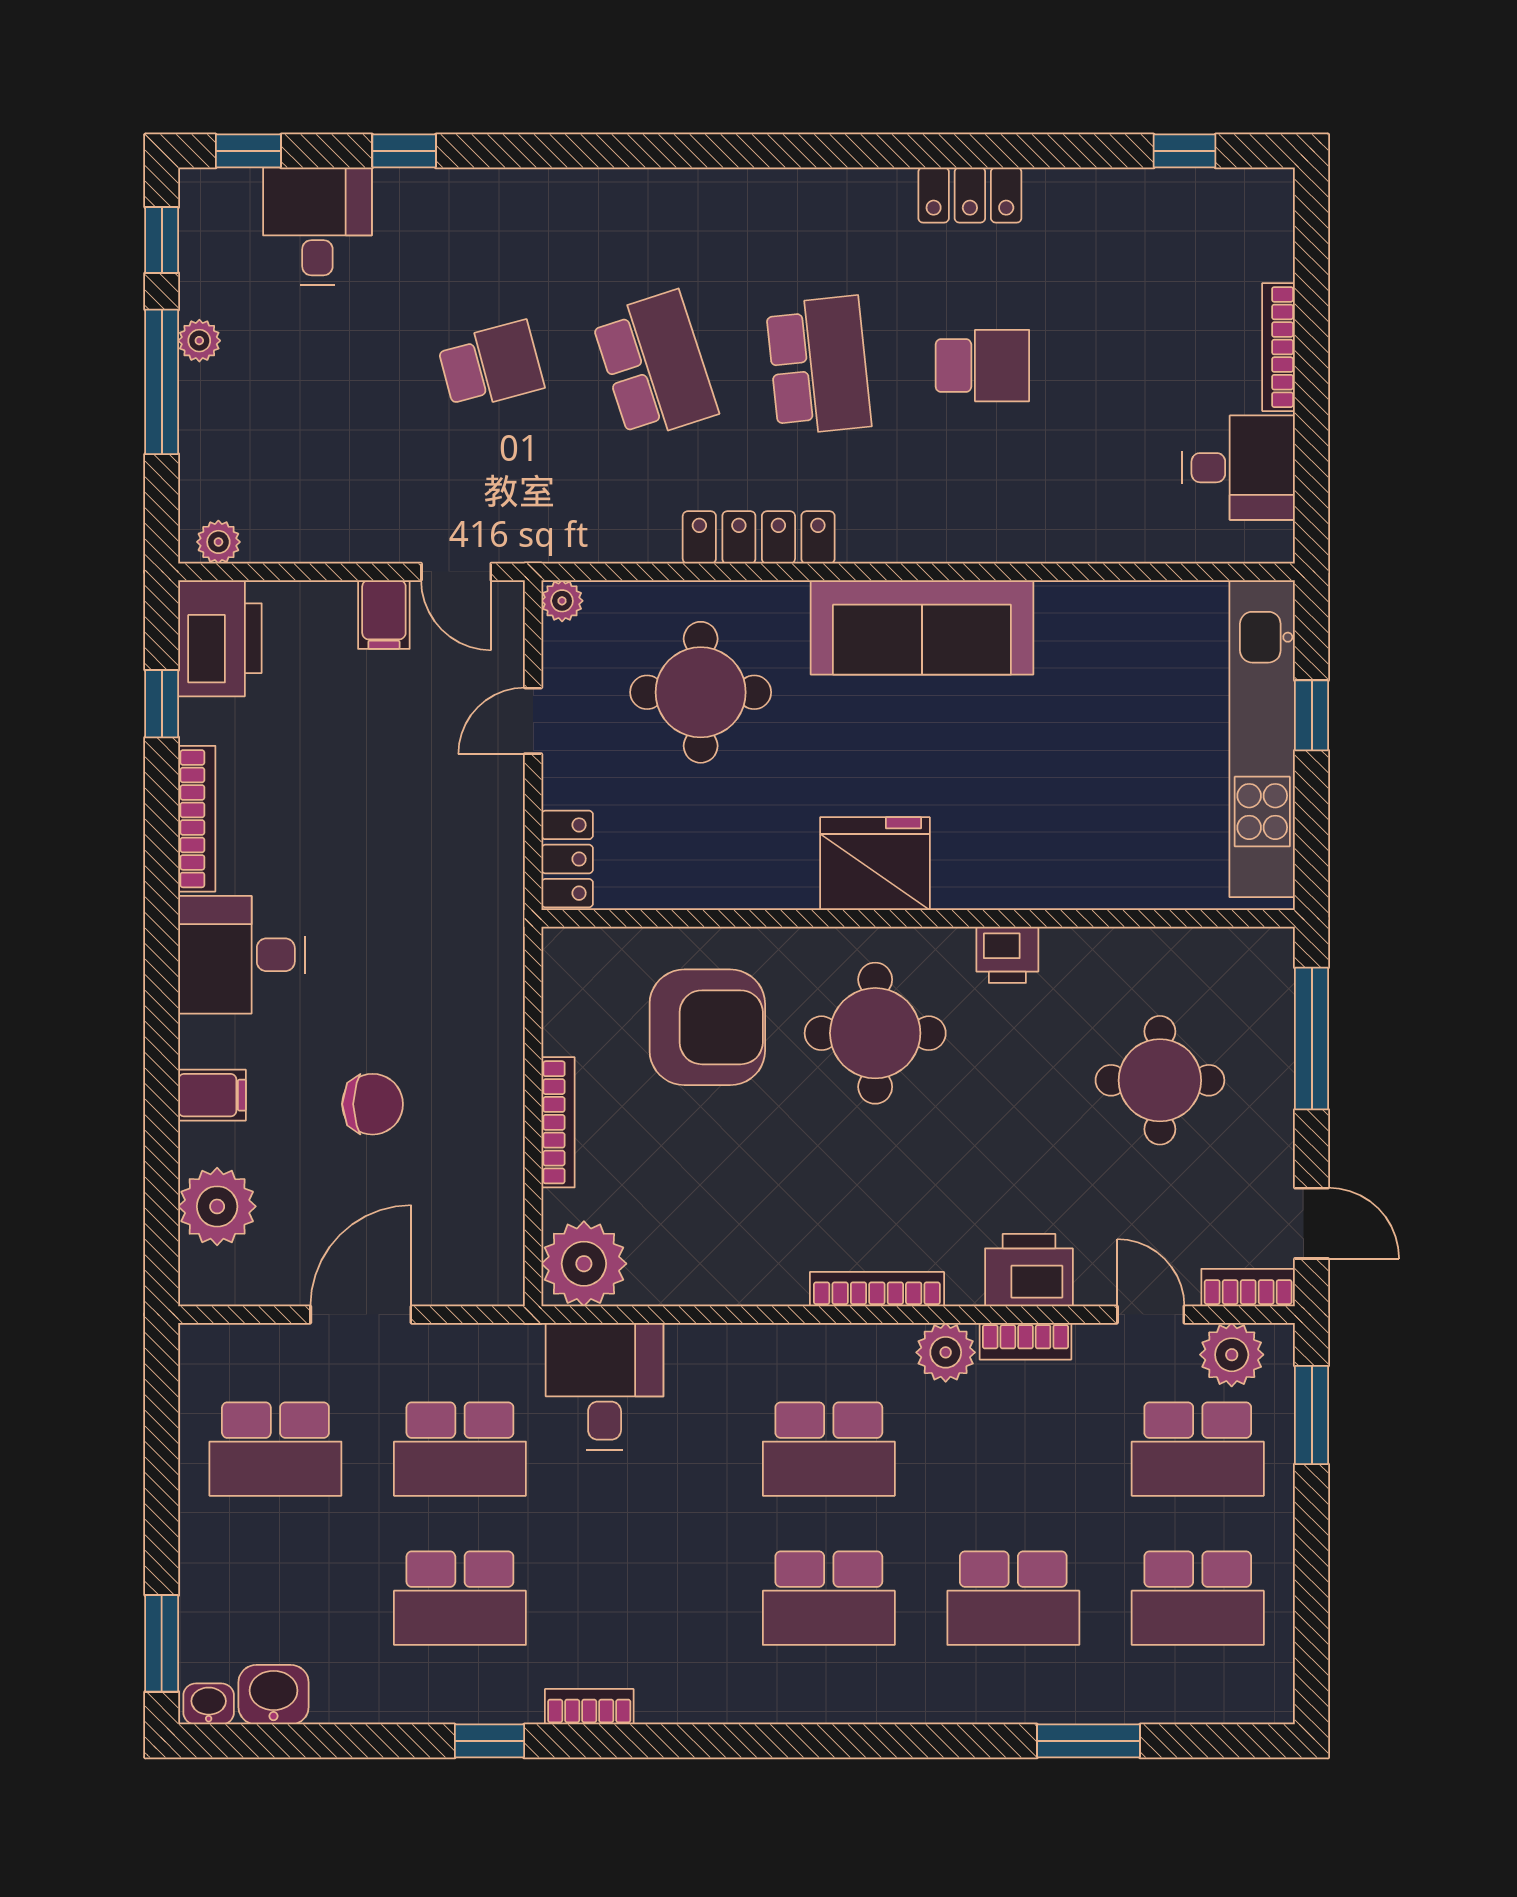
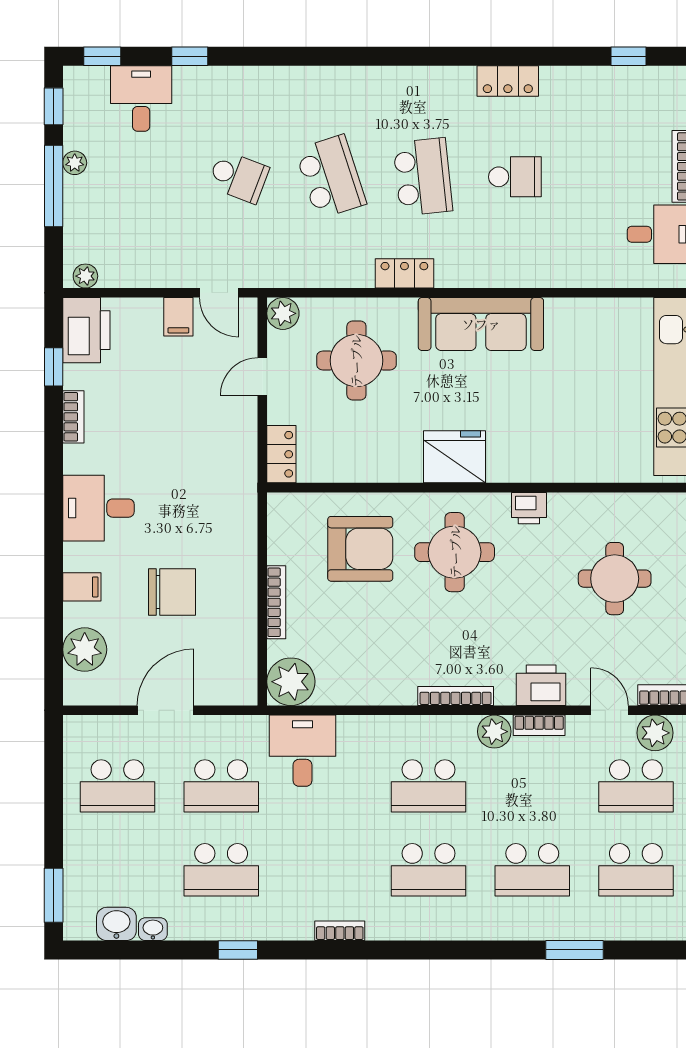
school desk: (491, 366) -> (238, 177), turned 36
locker: (759, 537) -> (404, 273), width x0.66
plant: (562, 601) -> (283, 313), width x1.38, depth x1.38
bookcase: (197, 819) -> (73, 417), width x0.64
chair: (373, 1104) -> (172, 592), width x1.37, depth x1.37
washbasin: (209, 1704) -> (153, 929), moved
bookcase: (589, 1707) -> (340, 931), moved

